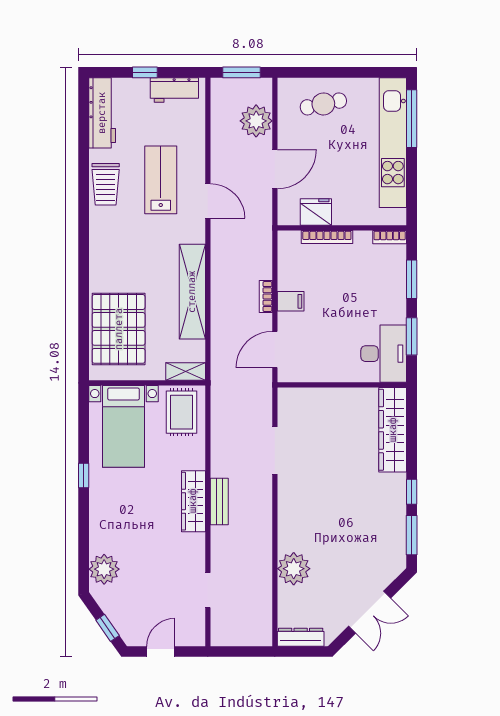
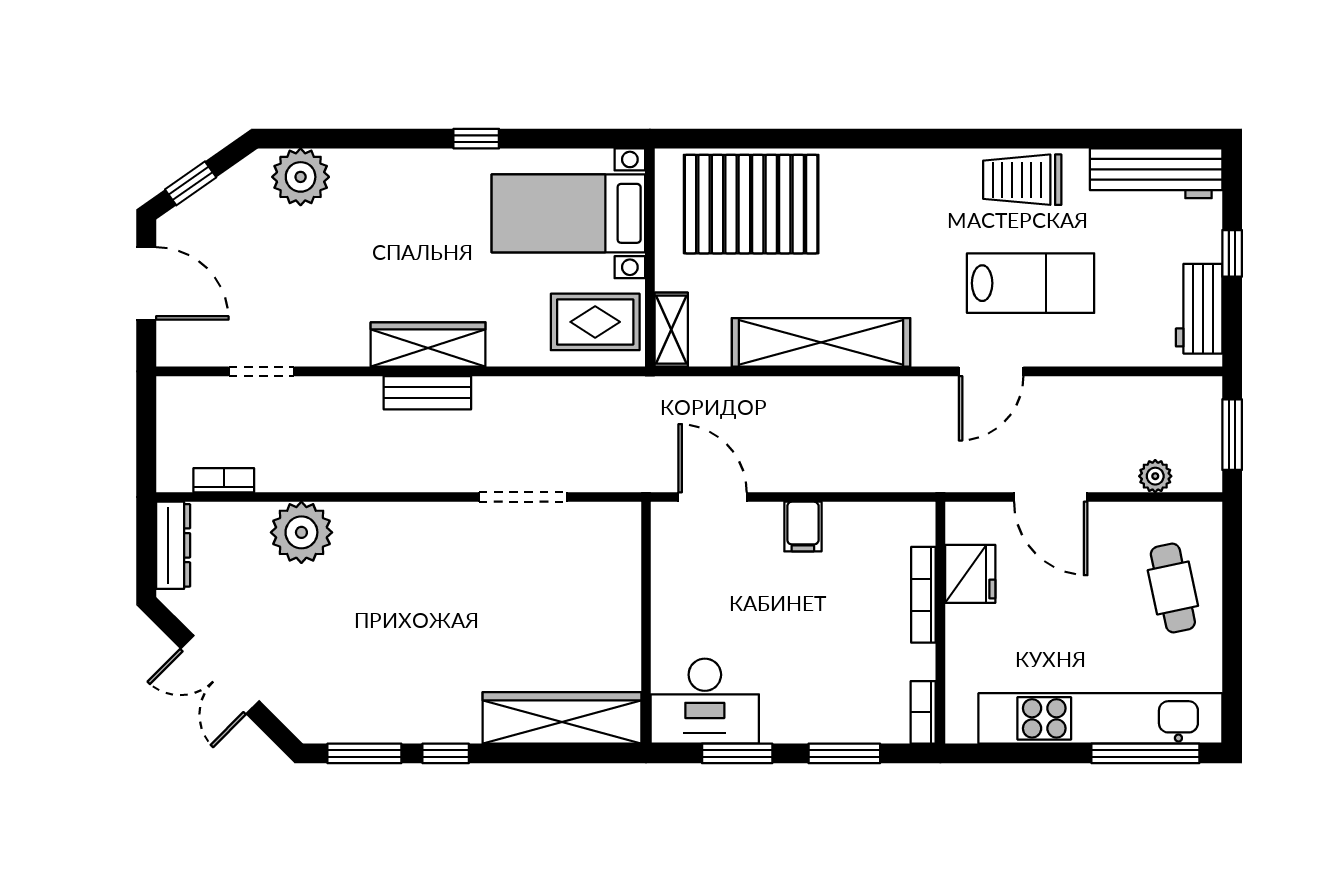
plant: (256, 121) -> (1155, 476), width x0.53, depth x0.53
bookcase: (266, 297) -> (224, 480), moved
door: (161, 651) -> (146, 283), width x1.38

